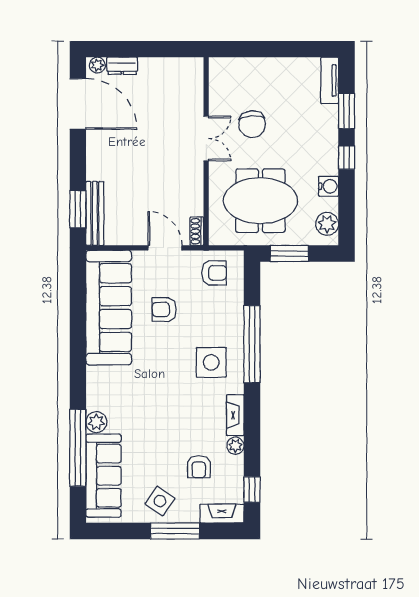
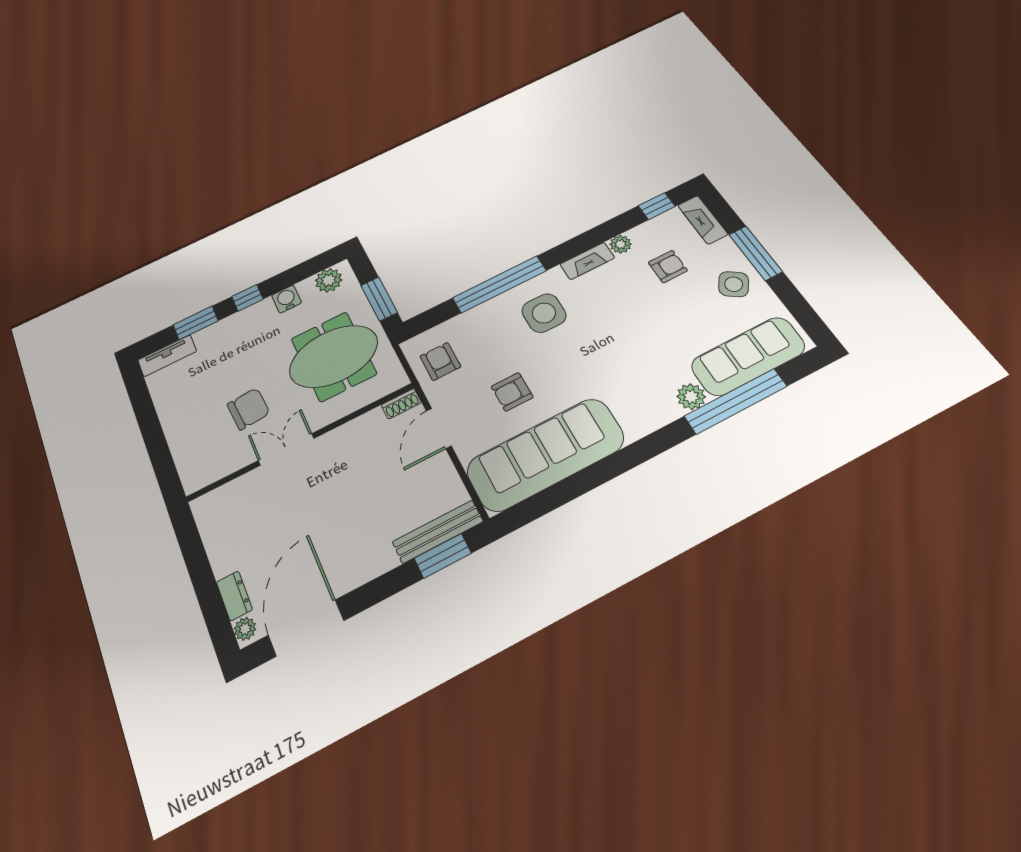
meeting table: (260, 201) -> (334, 356), turned 90
armchair: (164, 309) -> (512, 392), turned 90

